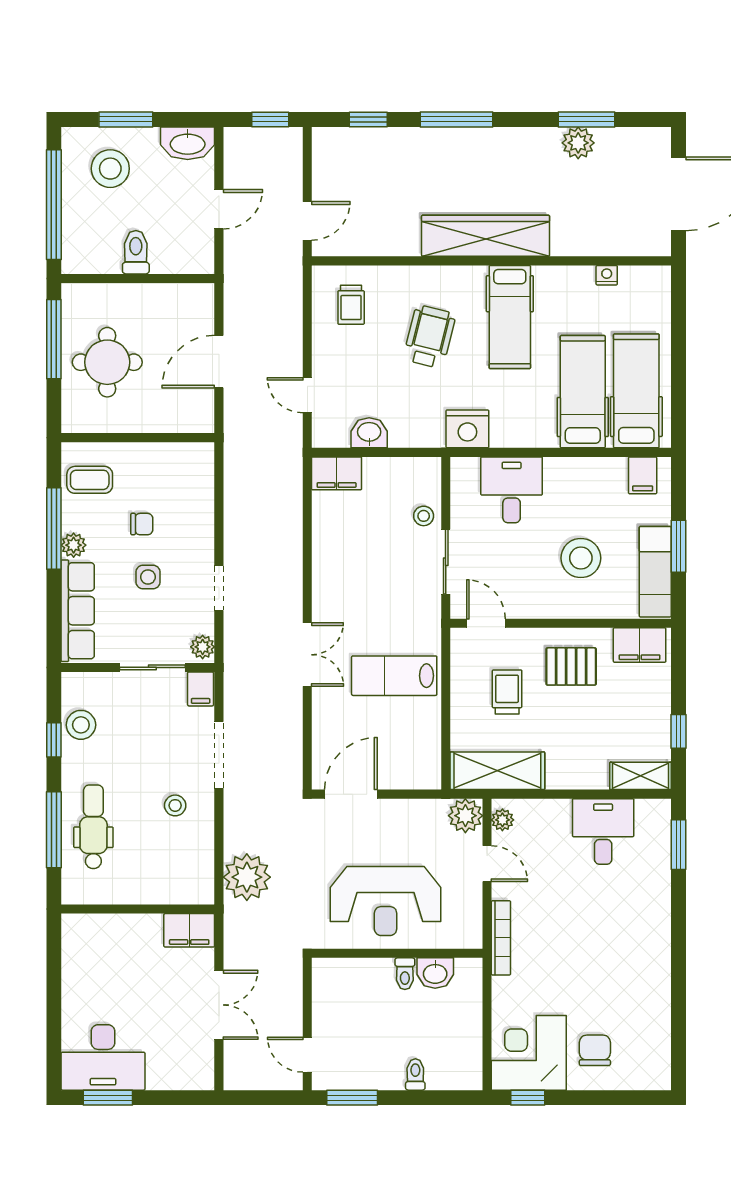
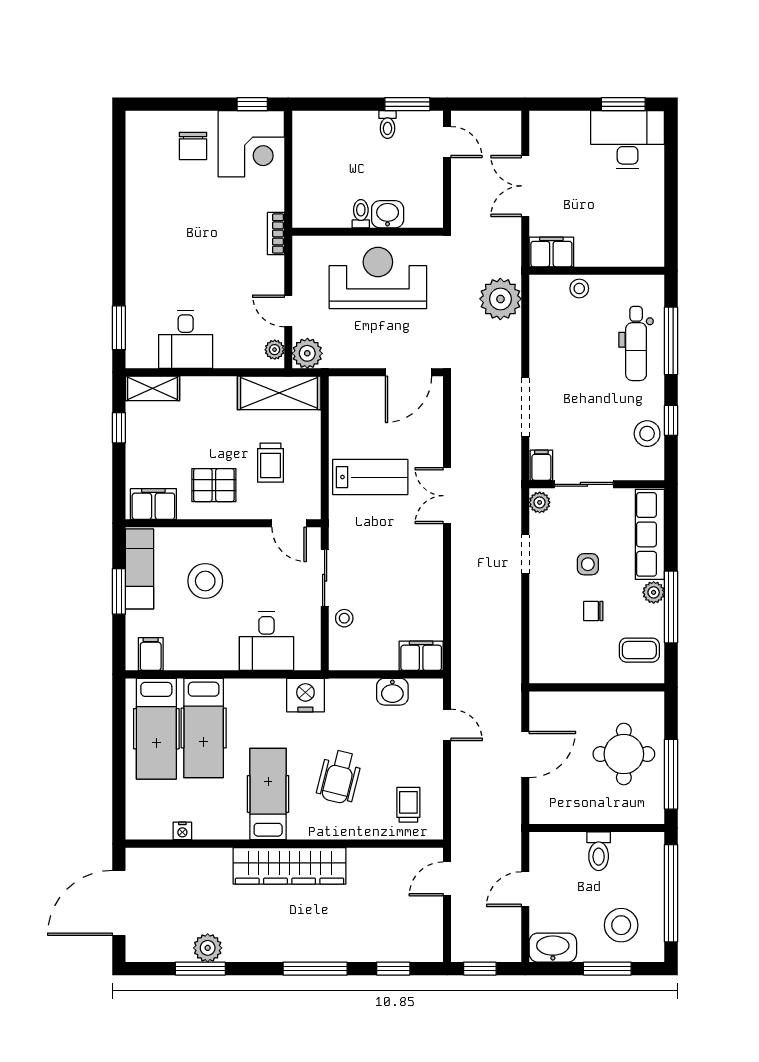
stool: (175, 805) -> (579, 288), moved
bookcase: (501, 938) -> (276, 233), width x0.64
washbasin: (435, 973) -> (388, 214), moved
toilet: (415, 1075) -> (388, 125), moved

